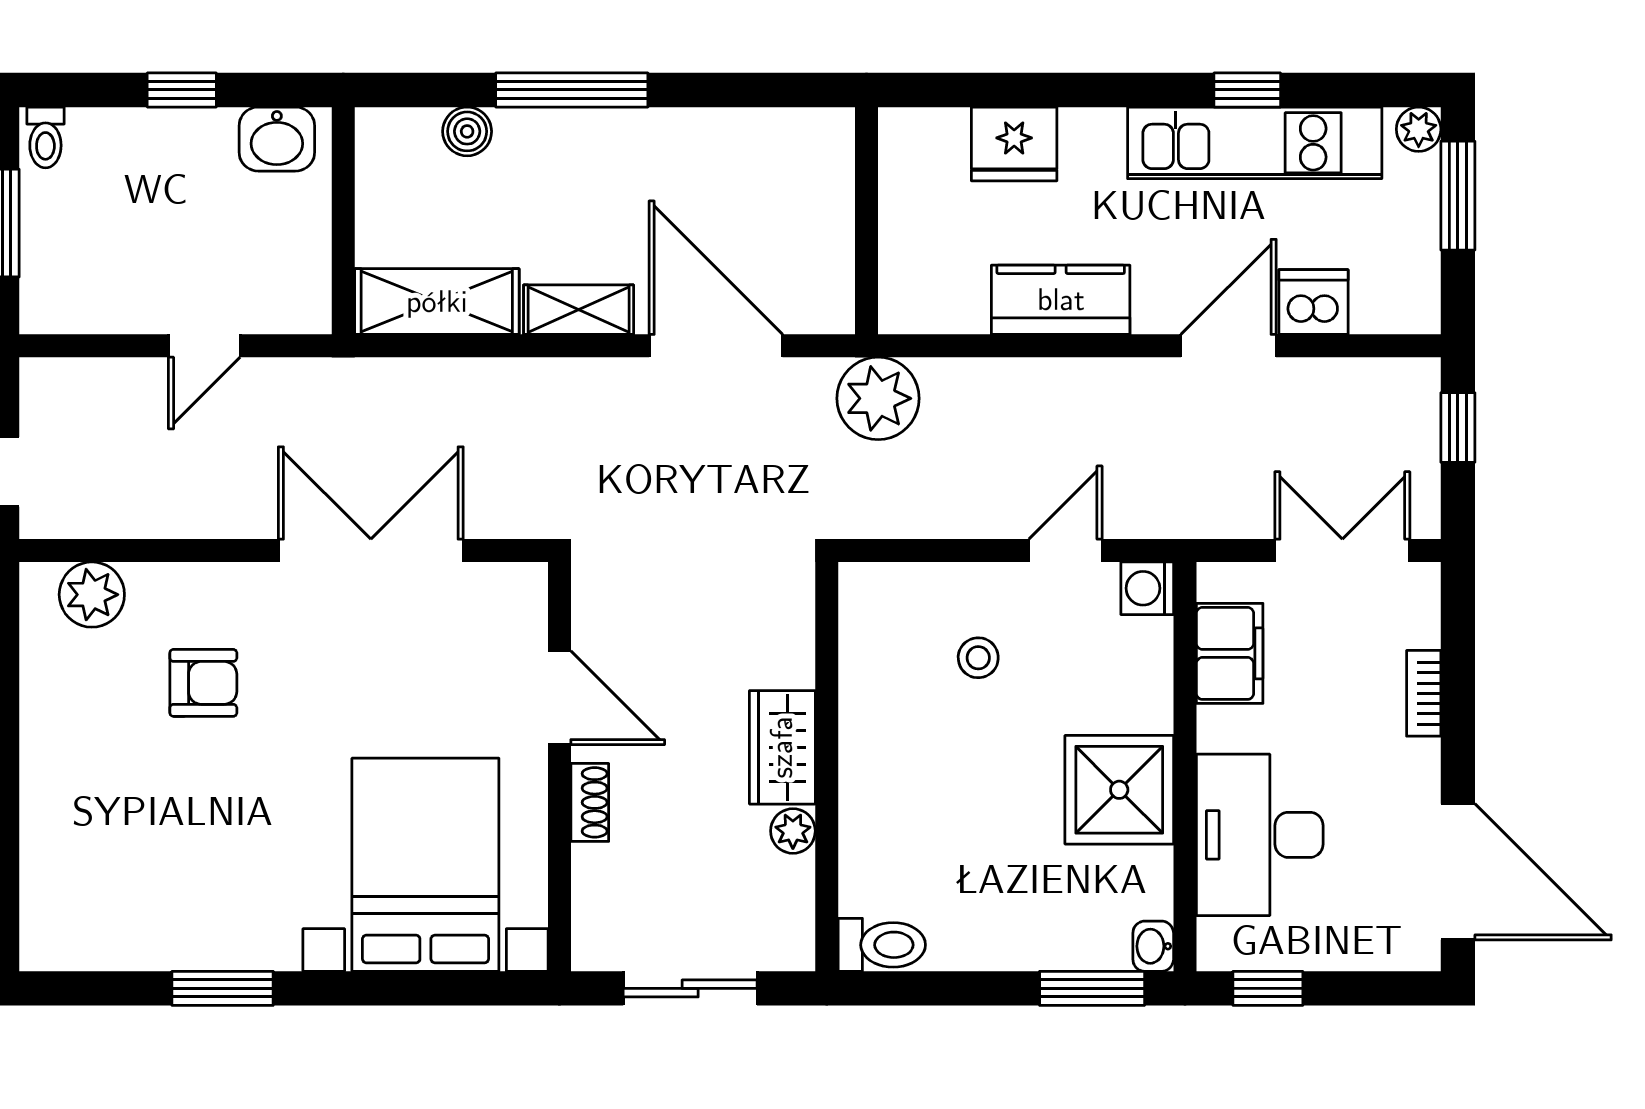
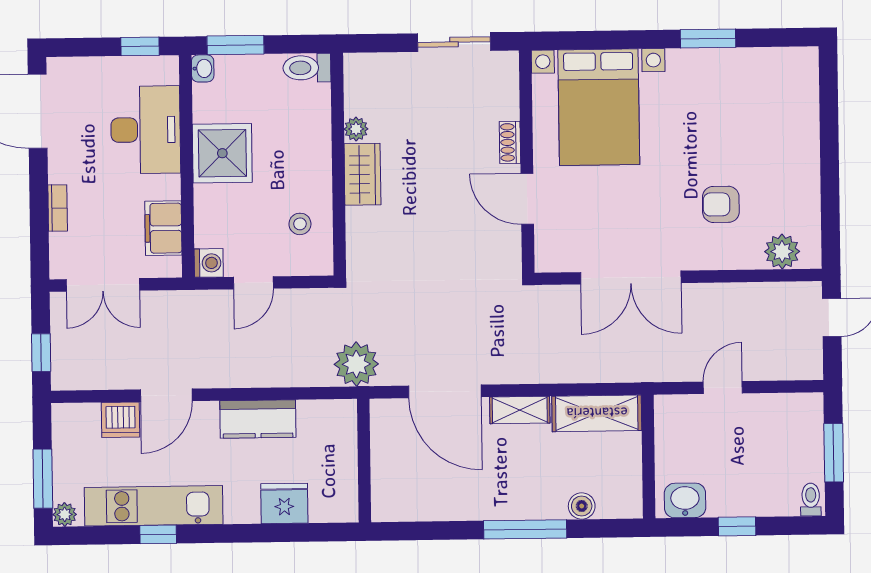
wardrobe: (782, 747) -> (362, 174), moved
wall: (827, 767) -> (338, 164), moved
plant: (793, 831) -> (356, 129), moved
toilet: (882, 945) -> (307, 68), moved

